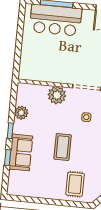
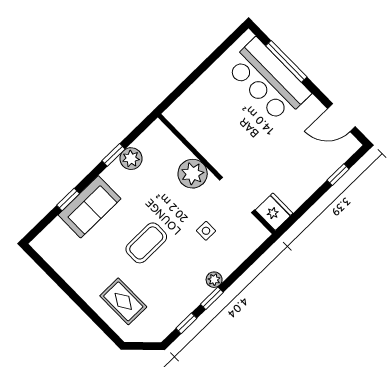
window: (10, 131) -> (114, 155), moved
rug: (75, 184) -> (123, 301), turned 90

